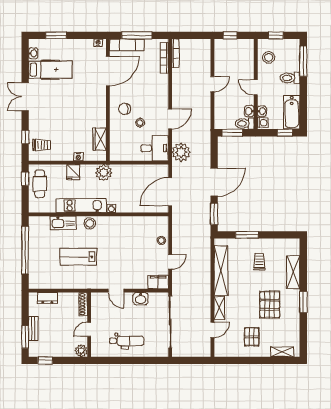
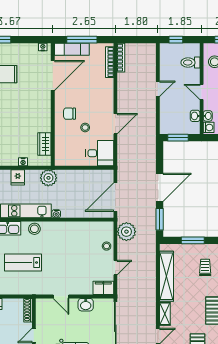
toilet: (245, 124) -> (190, 63), moved
plant: (181, 152) -> (126, 232), moved

